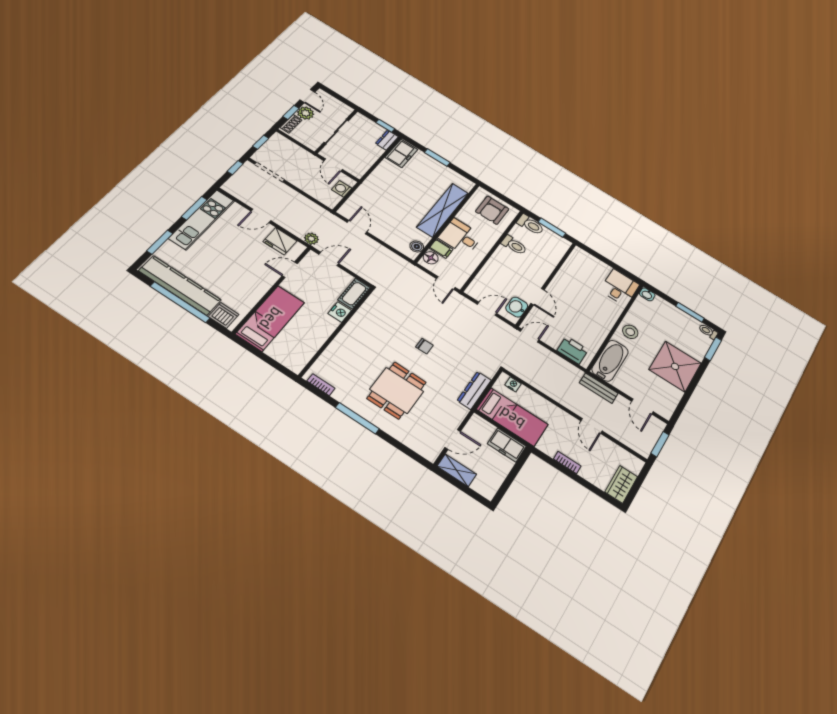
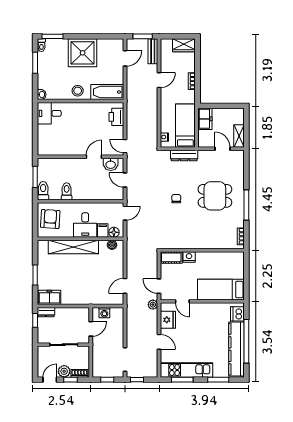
armchair: (492, 210) -> (50, 219), turned -86
bench: (599, 388) -> (153, 51), moved

